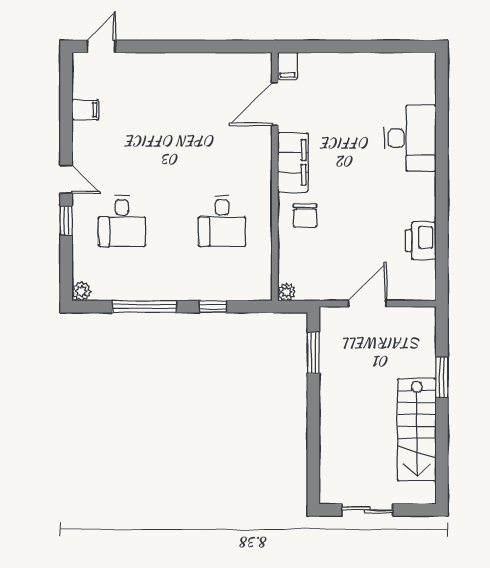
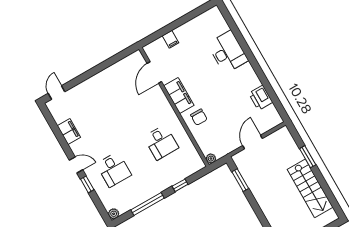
filing cabinet: (288, 66) -> (171, 39), moved
filing cabinet: (85, 110) -> (69, 131), width x2.00

